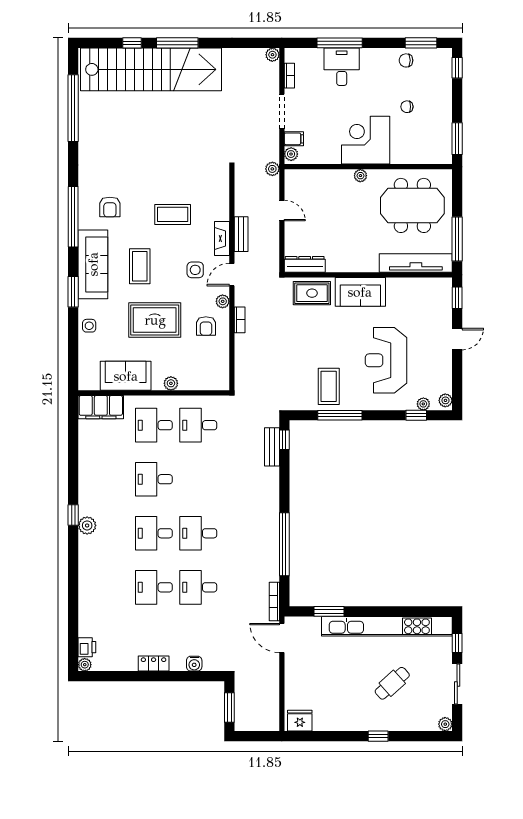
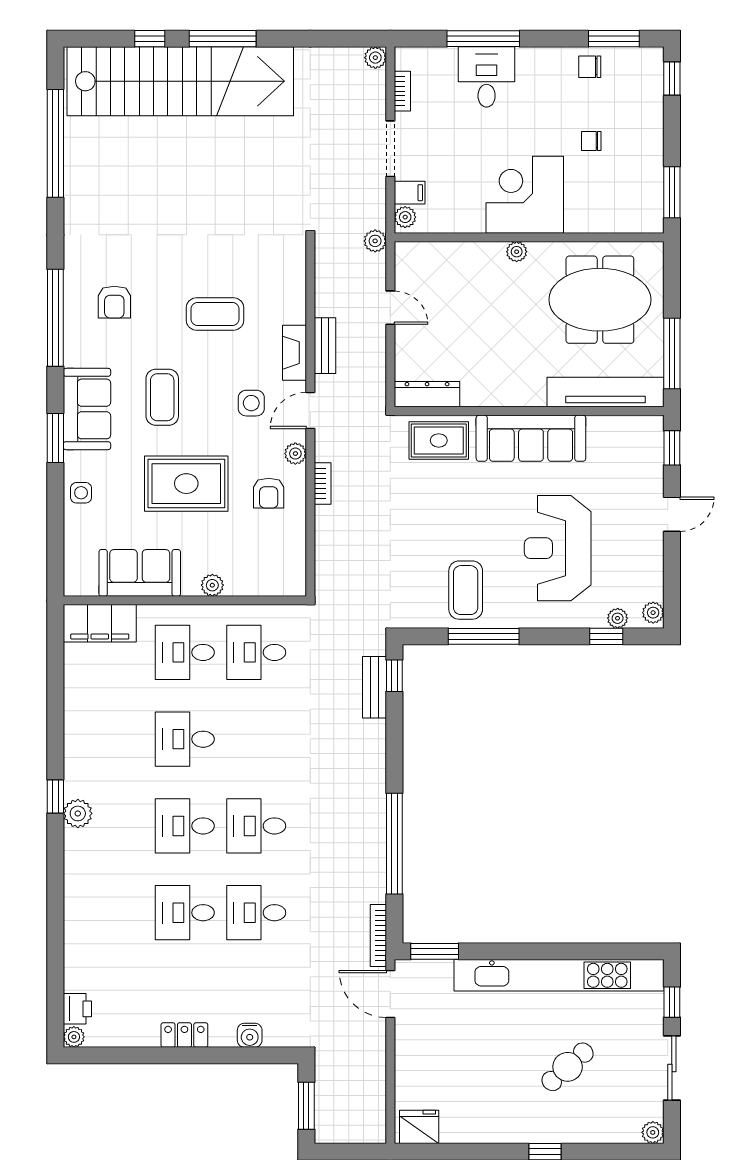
sofa: (93, 264) -> (87, 409), width x0.73
sofa: (360, 292) -> (531, 438), width x1.36
window: (329, 611) -> (435, 951), moved

